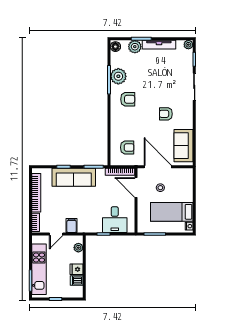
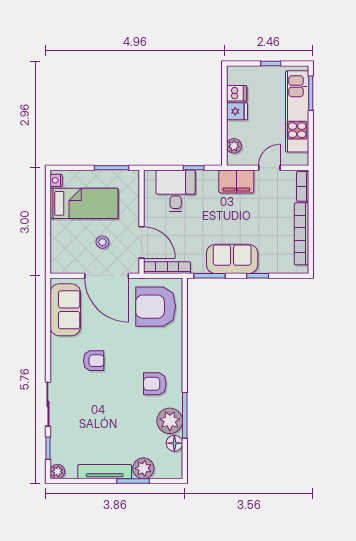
floor lamp: (115, 47) -> (174, 443), moved
armchair: (127, 147) -> (156, 307), width x1.88, depth x1.88
sofa: (74, 177) -> (232, 259), width x0.73
filing cabinet: (72, 225) -> (236, 182), width x2.00

